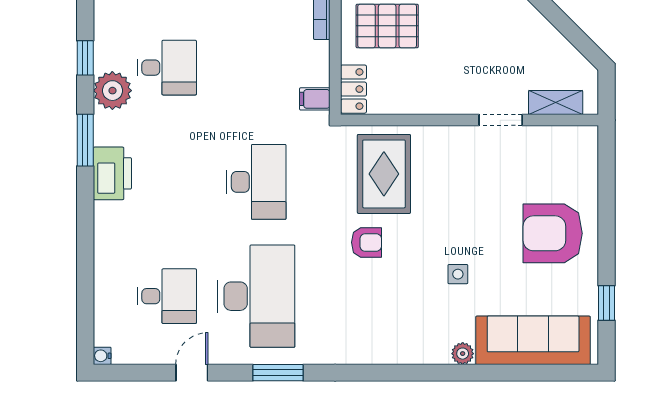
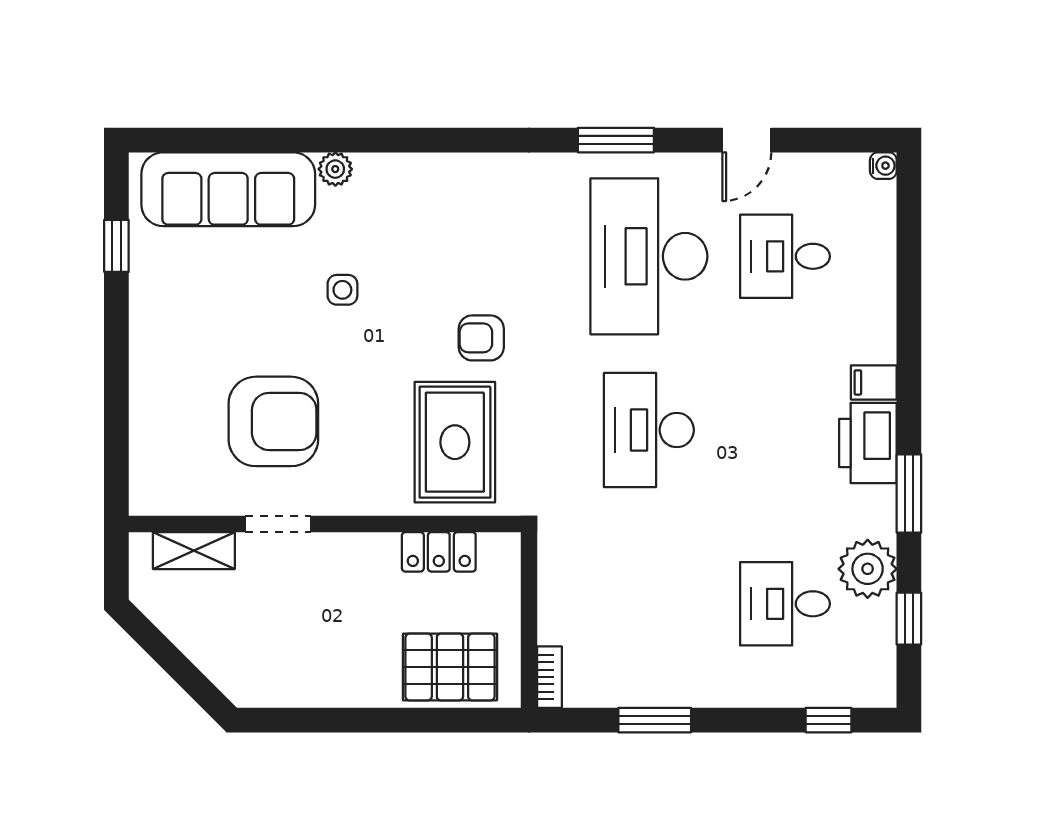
locker: (353, 89) -> (439, 552), moved, turned -90
filing cabinet: (315, 99) -> (874, 382), moved, turned 180
armchair: (553, 233) -> (273, 421), moved

